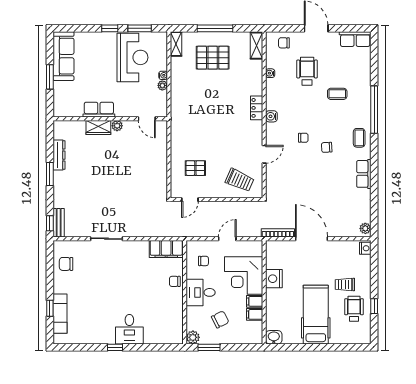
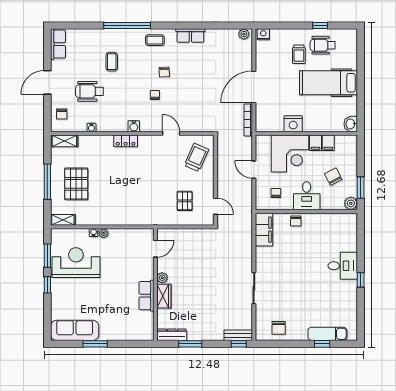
row of seats: (99, 110) -> (146, 296), moved
wall: (110, 119) -> (155, 285), moved
door: (147, 119) -> (155, 249), moved
plant: (117, 126) -> (162, 278), moved
wardrobe: (98, 127) -> (164, 296), moved

